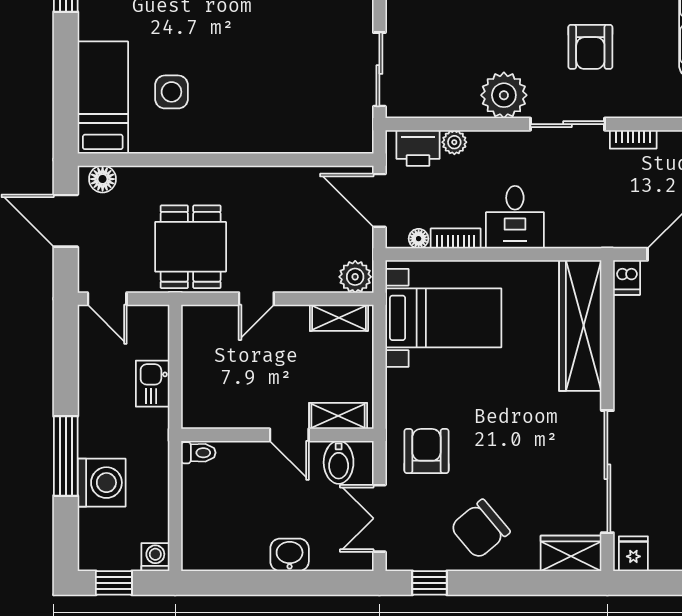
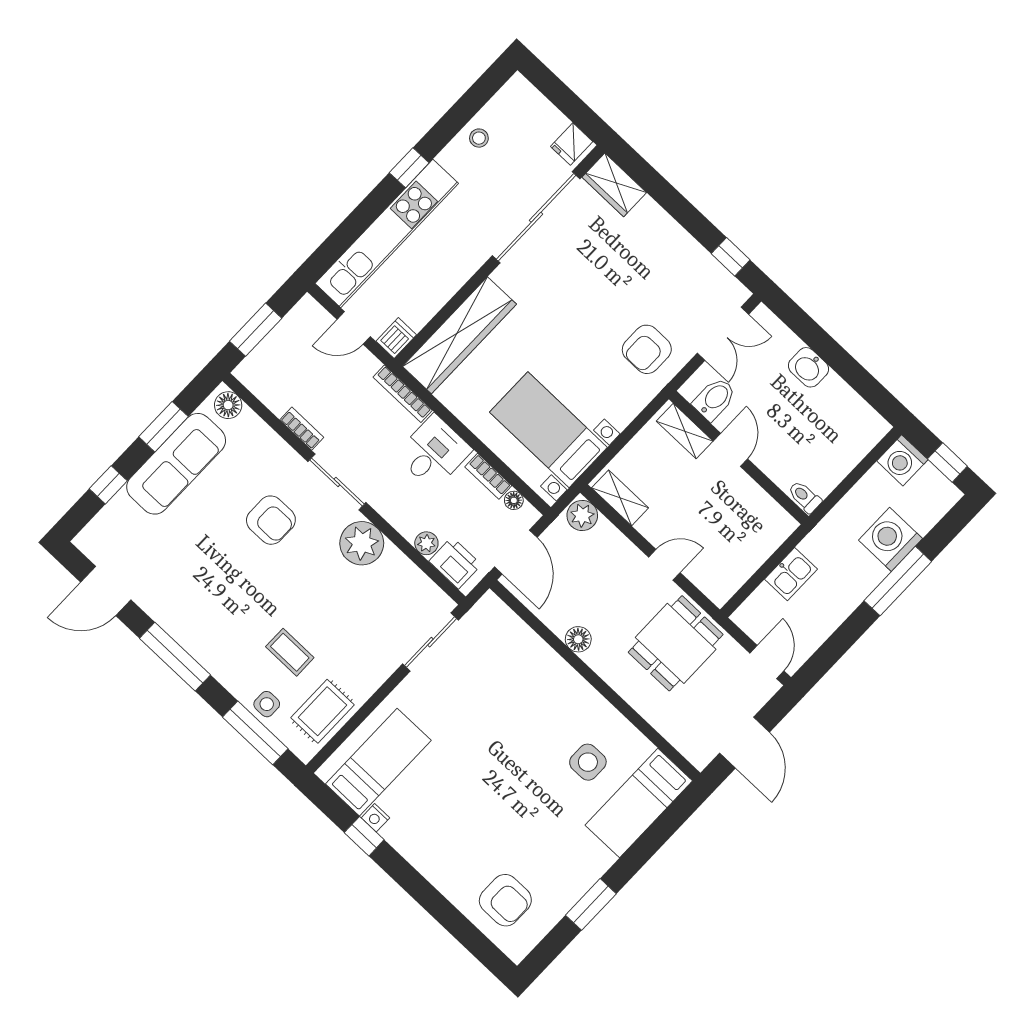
armchair: (590, 47) -> (271, 520), turned 90
floor lamp: (103, 179) -> (578, 639), moved
bookcase: (581, 239) -> (403, 394), added
chair: (480, 529) -> (661, 261), removed
washing machine: (155, 557) -> (902, 460), width x1.38, depth x1.38

